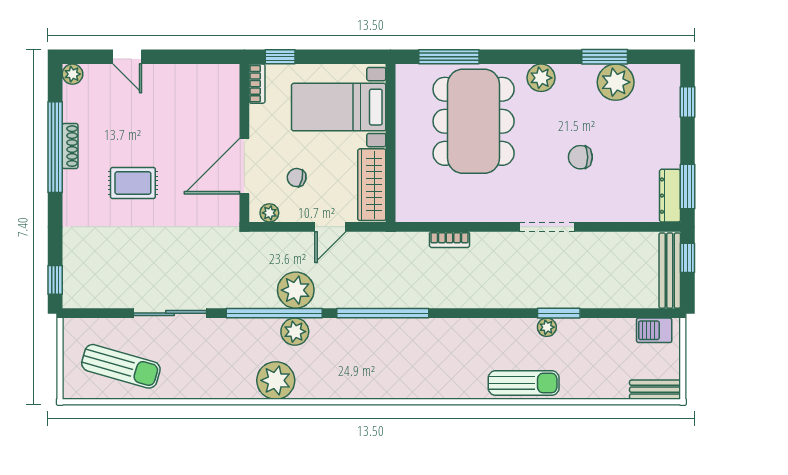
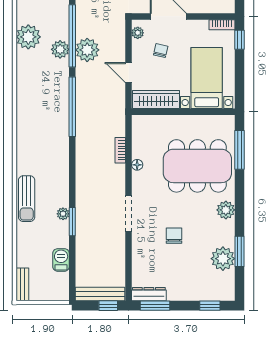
floor lamp: (472, 214) -> (137, 165), added
barbecue: (654, 330) -> (61, 260), moved

